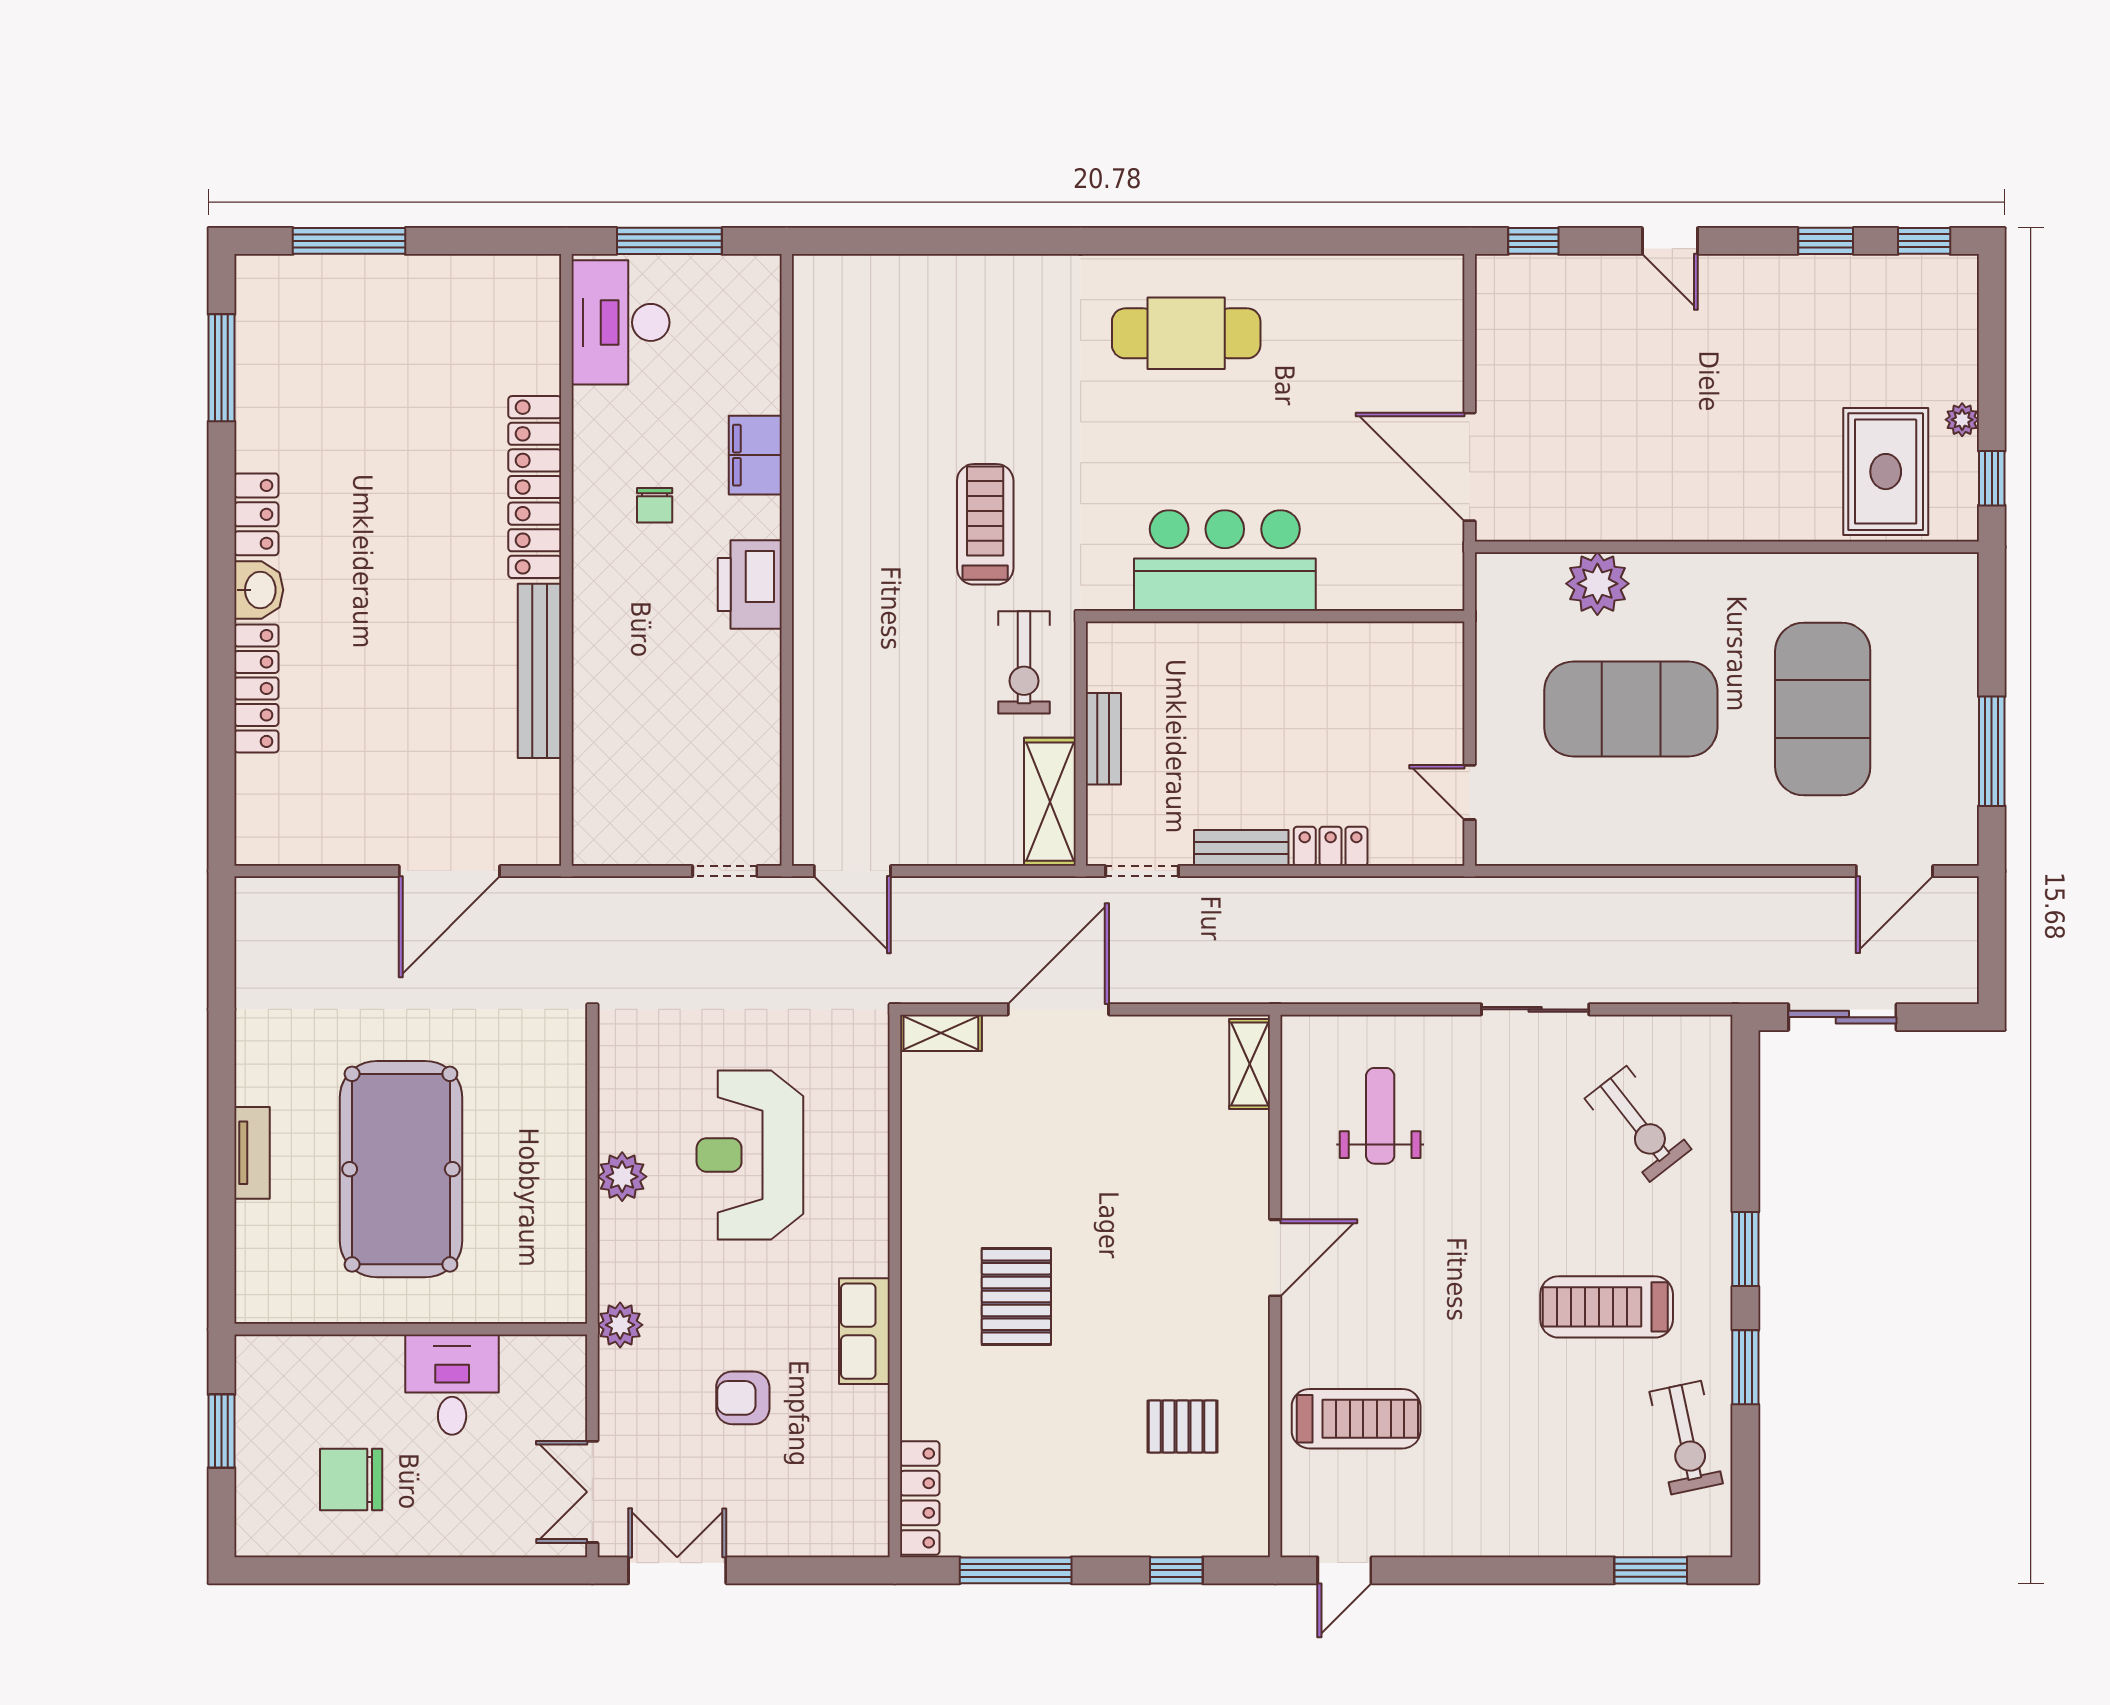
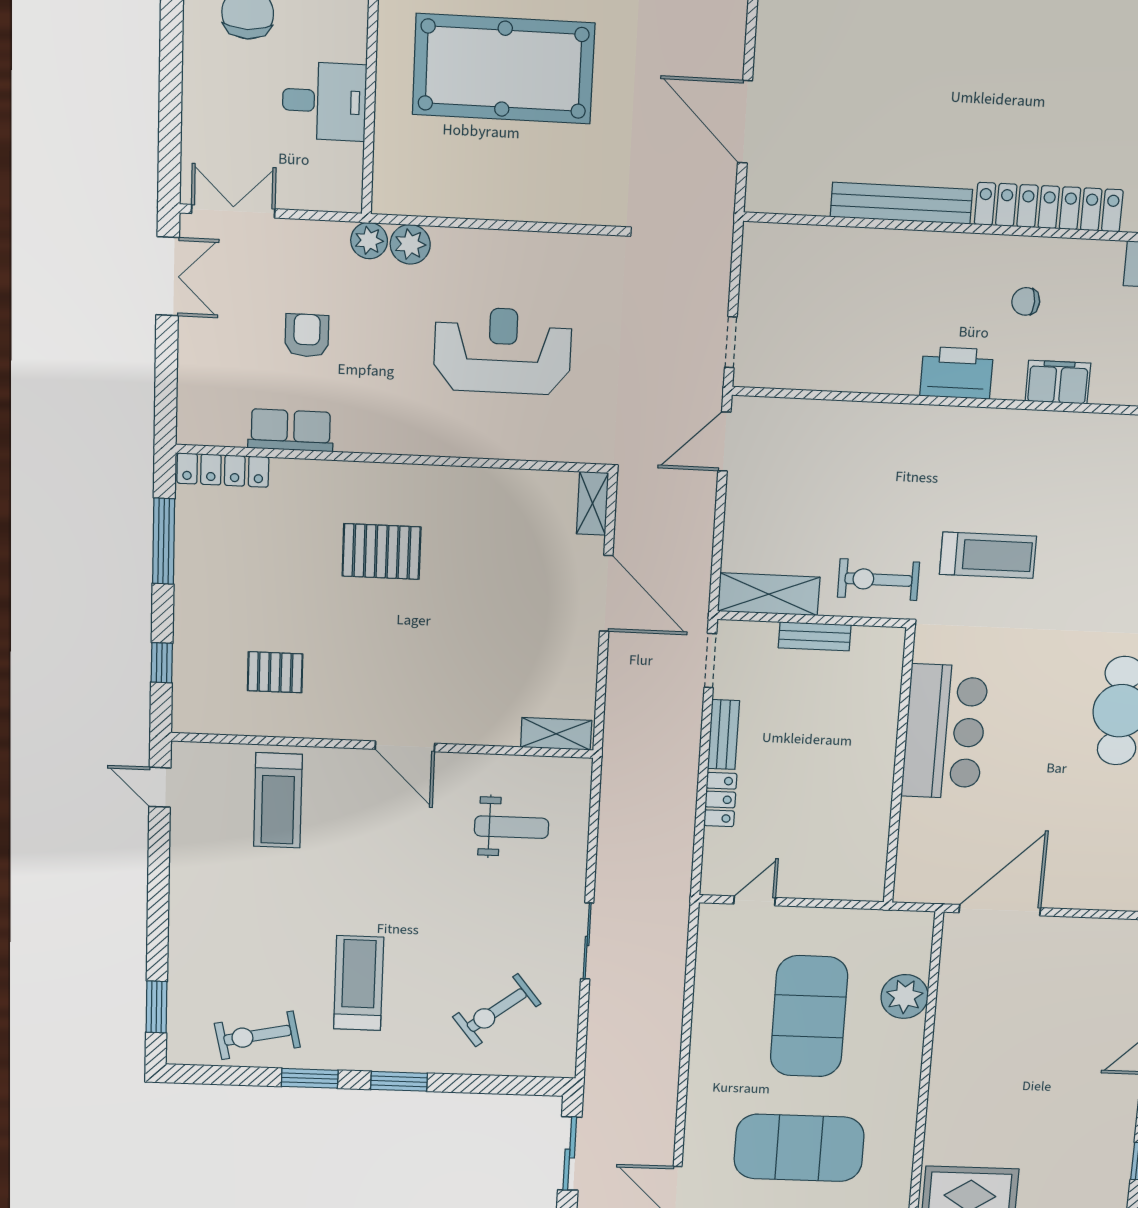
plant: (622, 1177) -> (410, 244), moved
row of seats: (864, 1331) -> (291, 430), moved
pallet: (1183, 1426) -> (275, 672), turned 90

